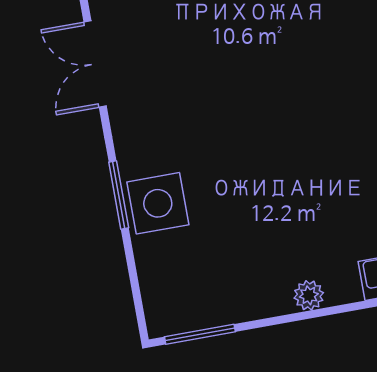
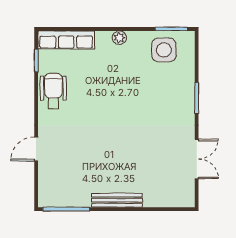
side table: (158, 203) -> (164, 50), moved

